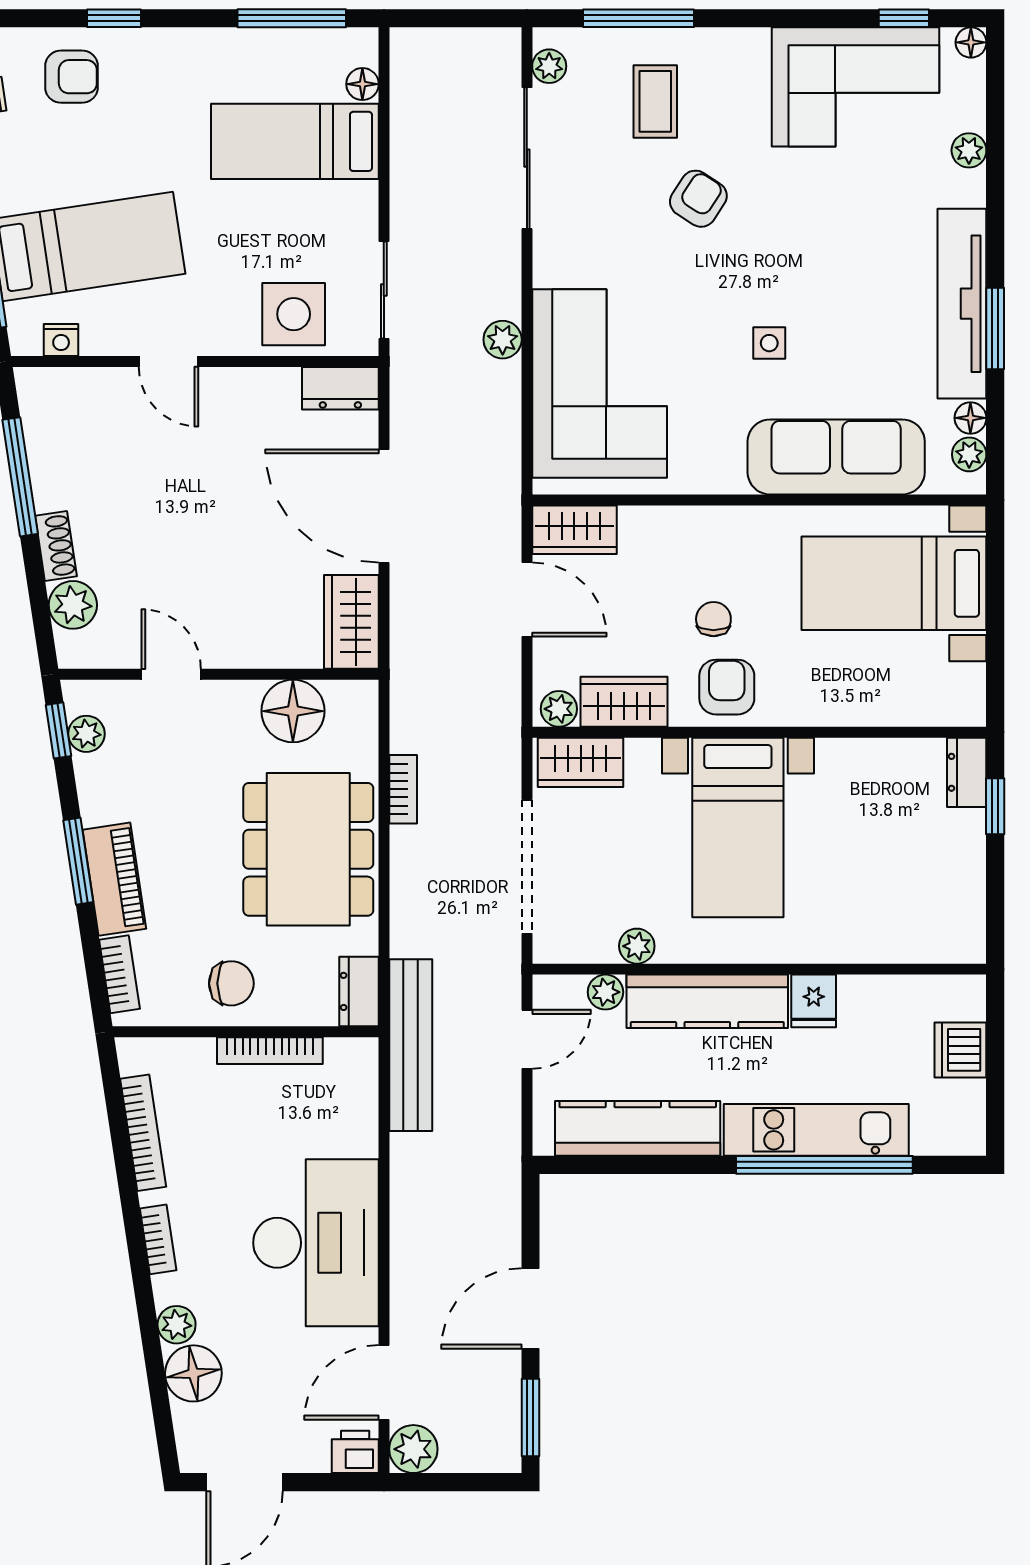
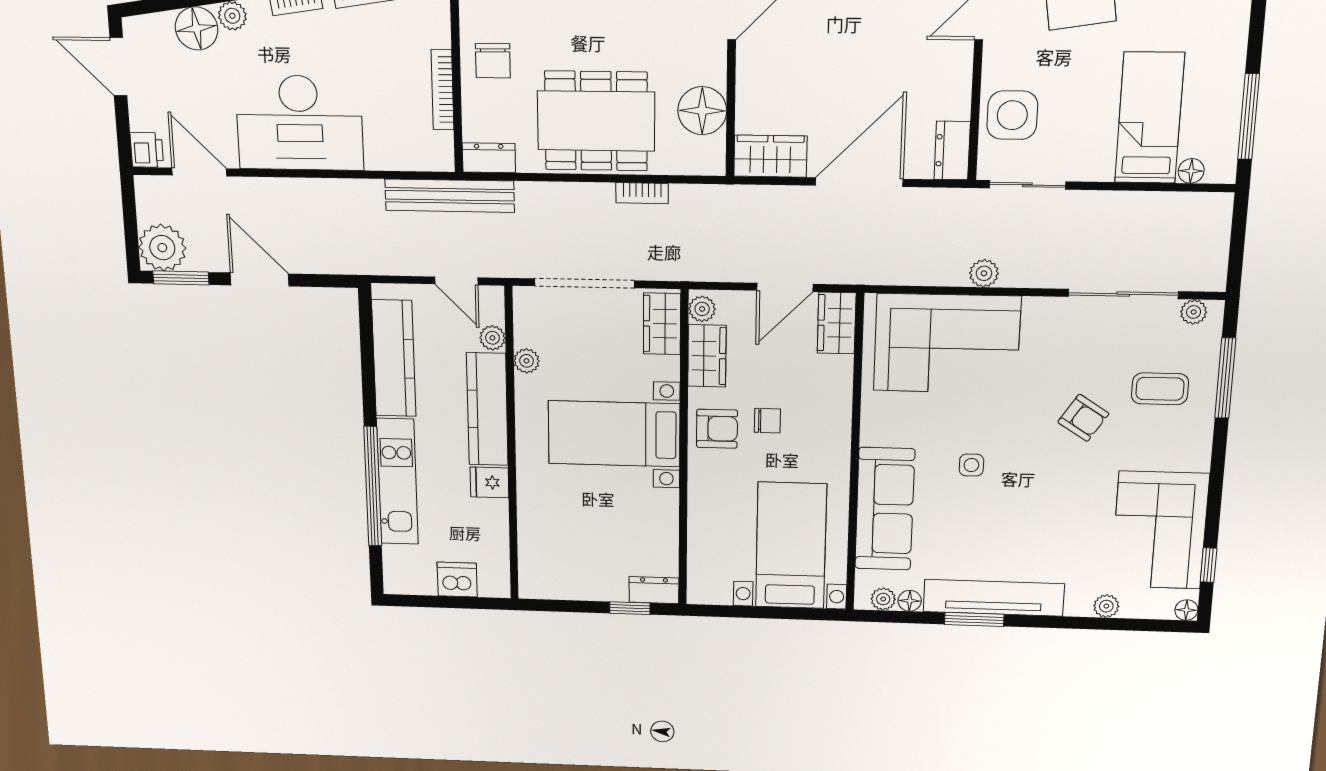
plant: (413, 1449) -> (162, 248), moved, width x1.36, depth x1.36

